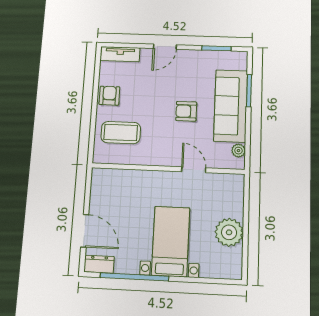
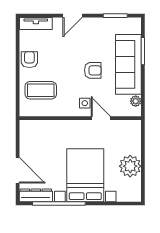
armchair: (186, 111) -> (93, 70), turned 180
side table: (175, 150) -> (85, 103), added
bed with nightstands: (171, 241) -> (85, 175), width x1.36
dresser: (99, 264) -> (36, 195), width x1.44

